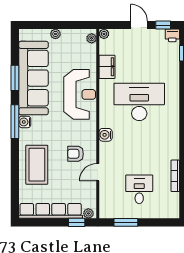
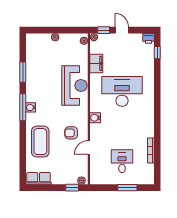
window: (163, 25) -> (104, 30), moved
sofa: (33, 78) -> (38, 72), removed
row of seats: (51, 211) -> (39, 178), width x0.50
window: (126, 222) -> (127, 188), moved

